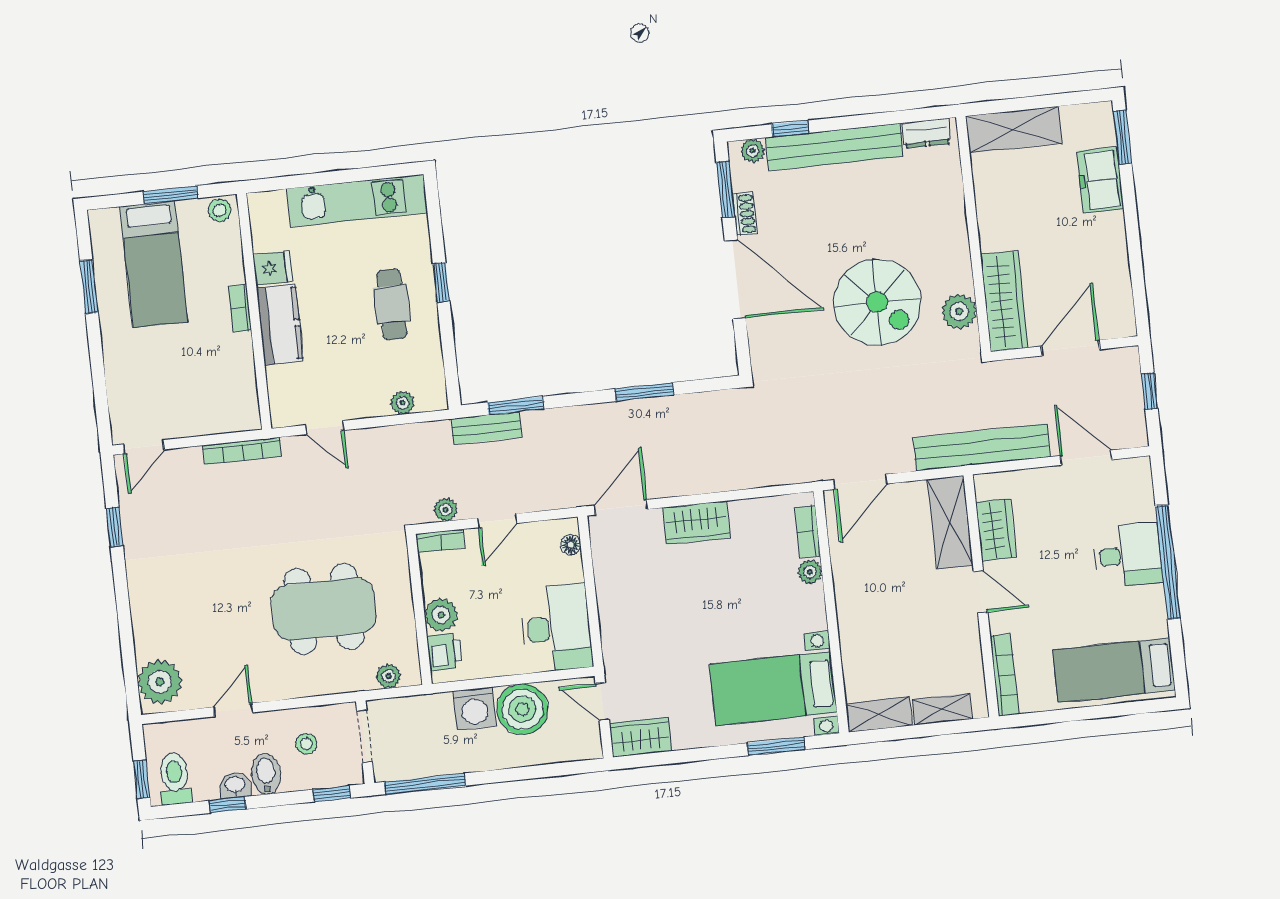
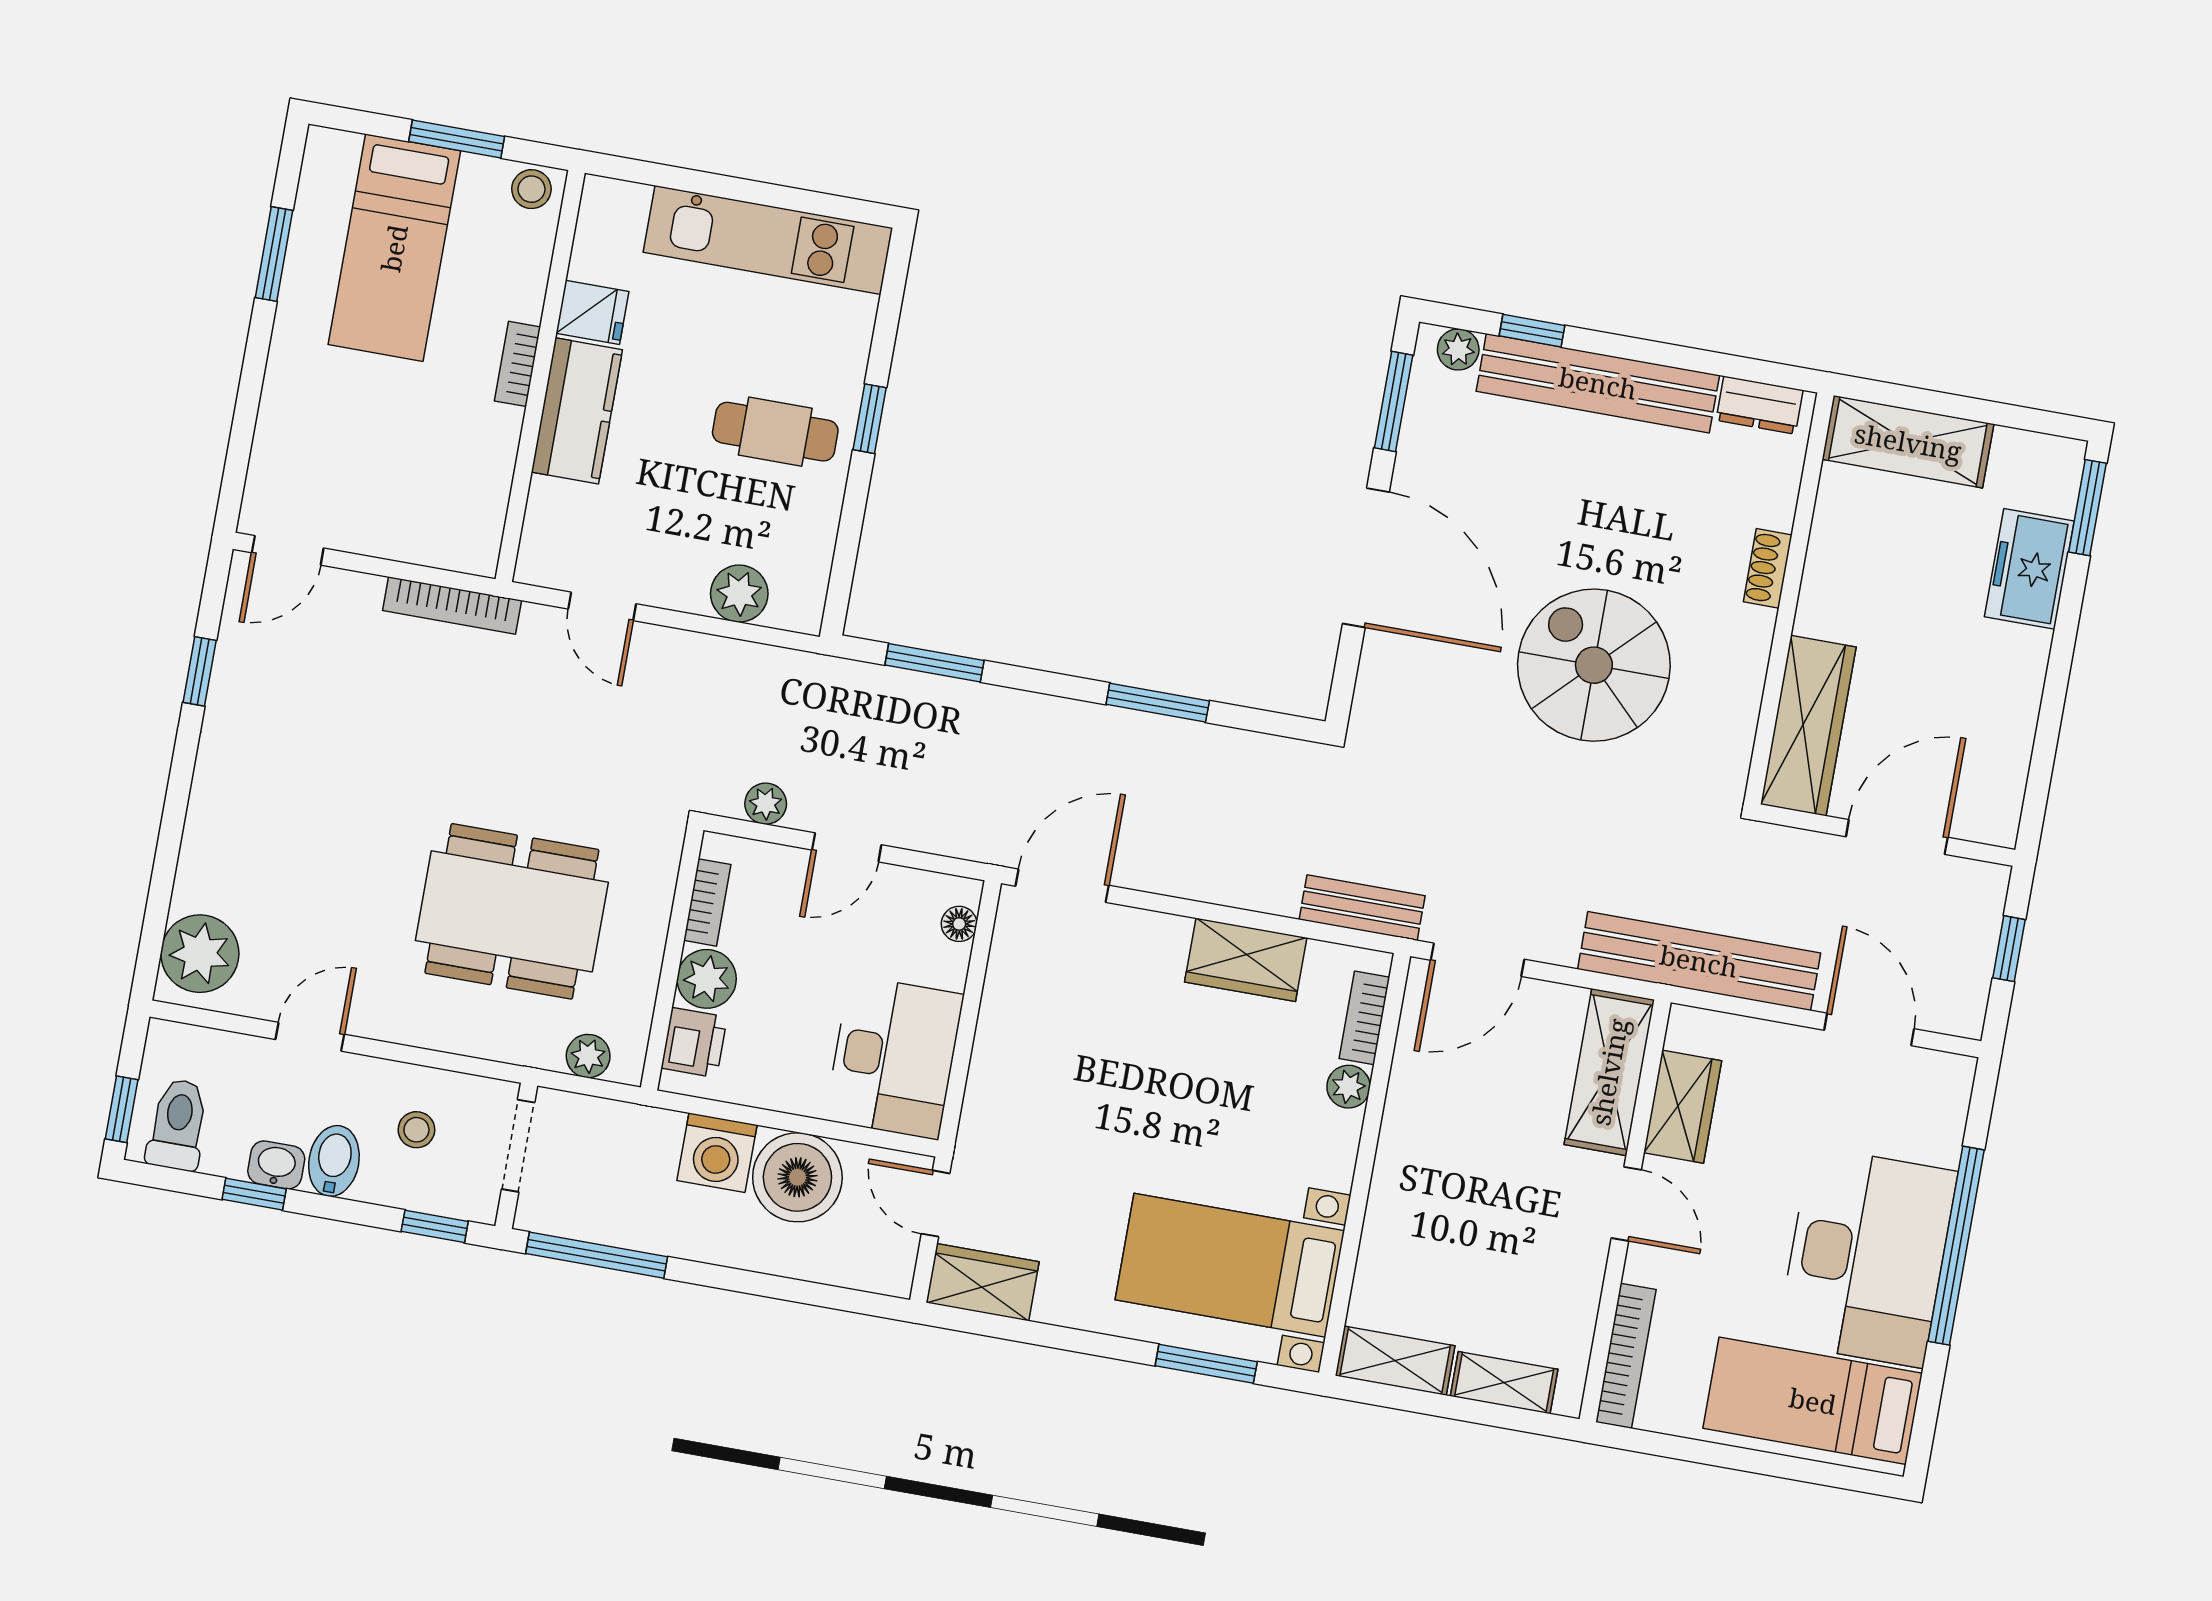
shoe rack: (745, 214) -> (1768, 568), moved, turned 180
spiral stairs: (877, 302) -> (1594, 665), turned 180
cafe table: (392, 304) -> (775, 432), turned 90
plant: (959, 311) -> (1727, 721), removed
plant: (403, 403) -> (739, 594), width x1.38, depth x1.38
bench: (487, 428) -> (1362, 908), moved
wardrobe: (696, 523) -> (1246, 960), moved
bookcase: (440, 541) -> (707, 902), moved, turned -90
desk: (1128, 555) -> (1867, 1257), width x1.87, depth x1.30

